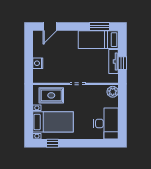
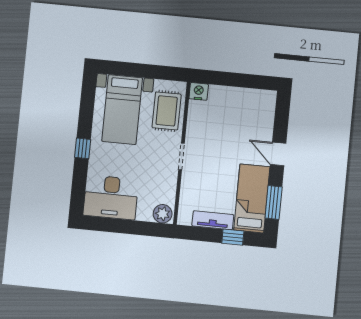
door: (50, 27) -> (278, 154), moved
nightstand: (38, 63) -> (199, 91), moved
window: (122, 63) -> (233, 237), moved
window: (52, 143) -> (83, 148), moved

